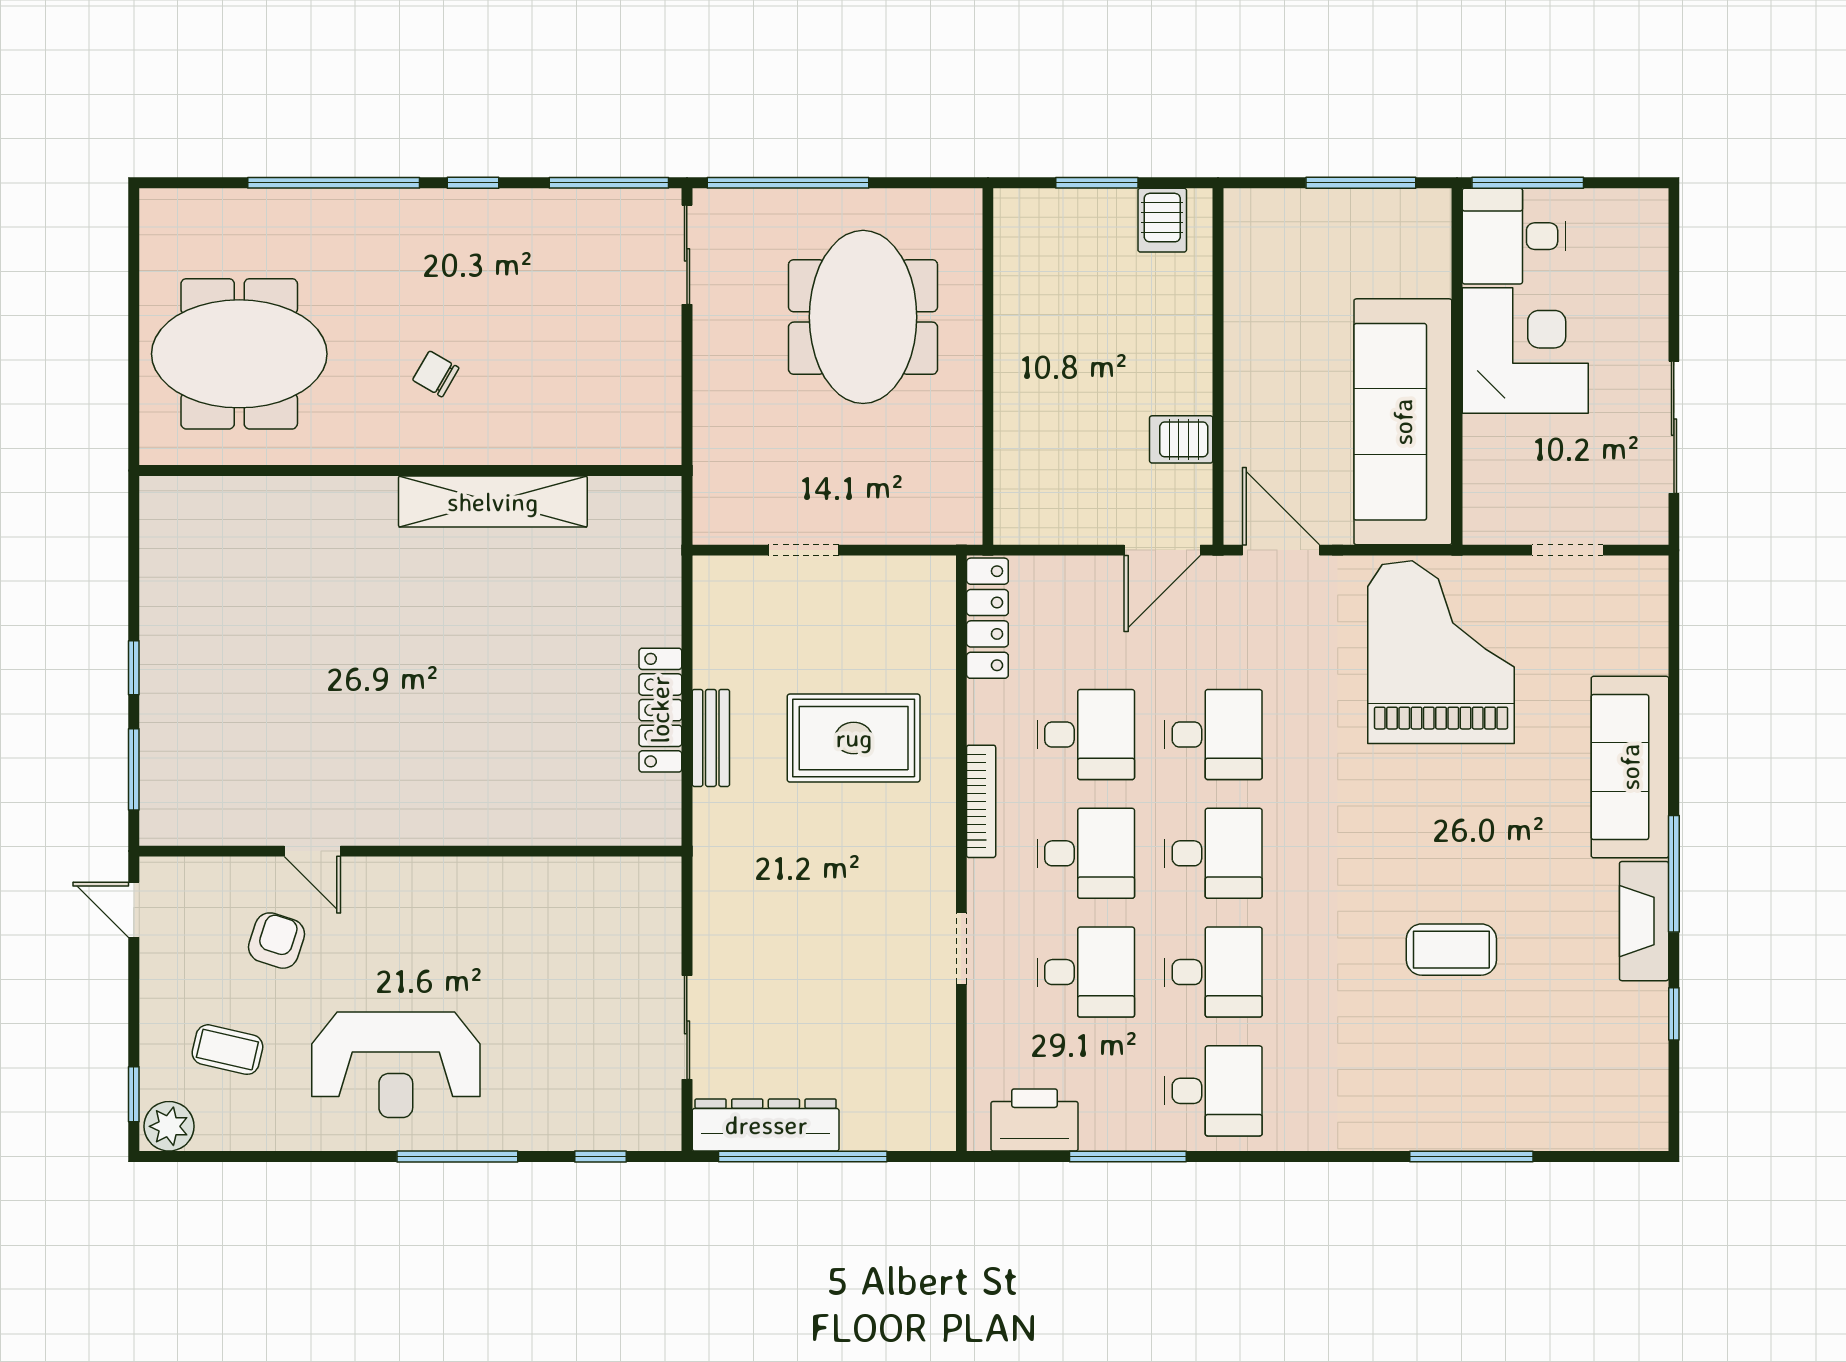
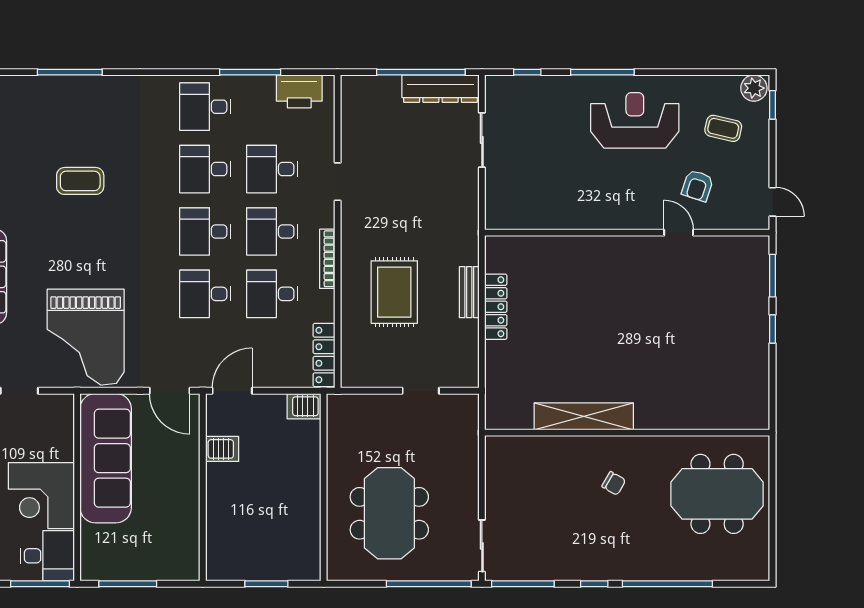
server rack: (1162, 220) -> (304, 406), moved, turned -90
rug: (854, 738) -> (394, 292), turned 90

